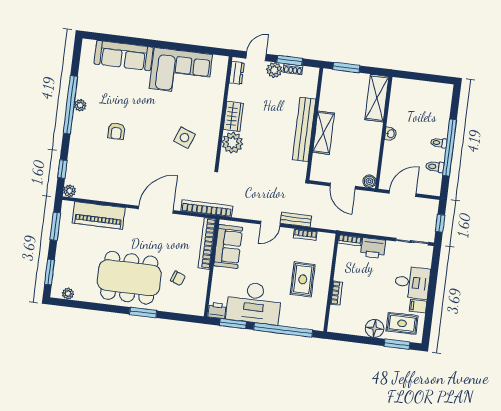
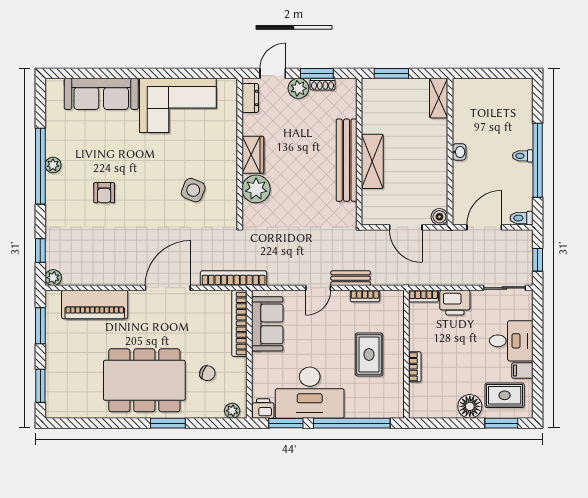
shelving: (377, 98) -> (439, 98), width x0.67, depth x0.75
toilet: (435, 167) -> (522, 218), moved
plant: (68, 294) -> (232, 411), moved

